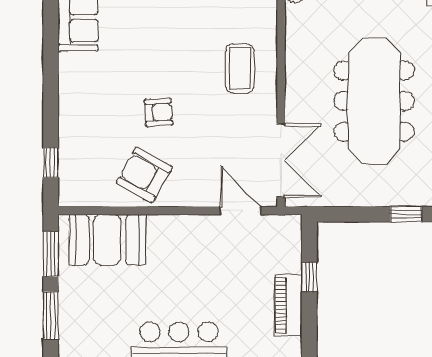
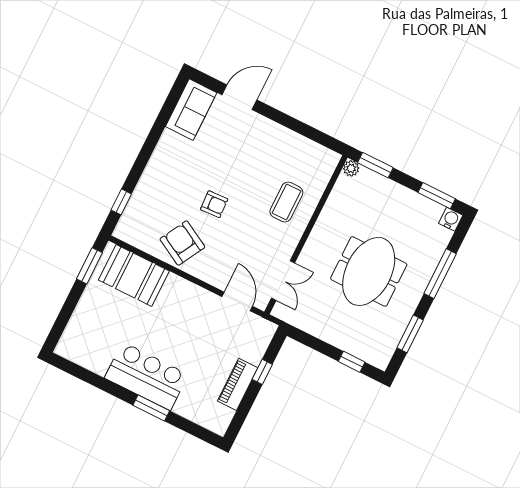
meeting table: (374, 101) -> (369, 271), width x0.73
double door: (281, 160) -> (283, 281), width x0.73
window: (51, 315) -> (68, 309), removed

